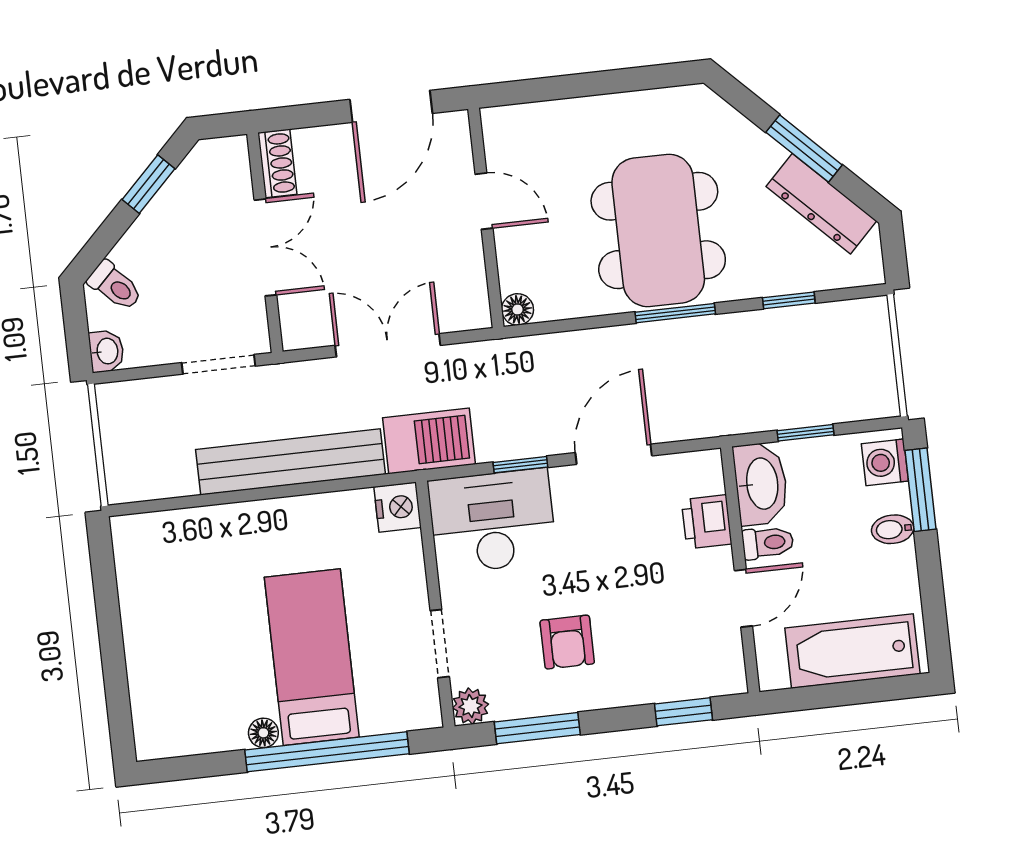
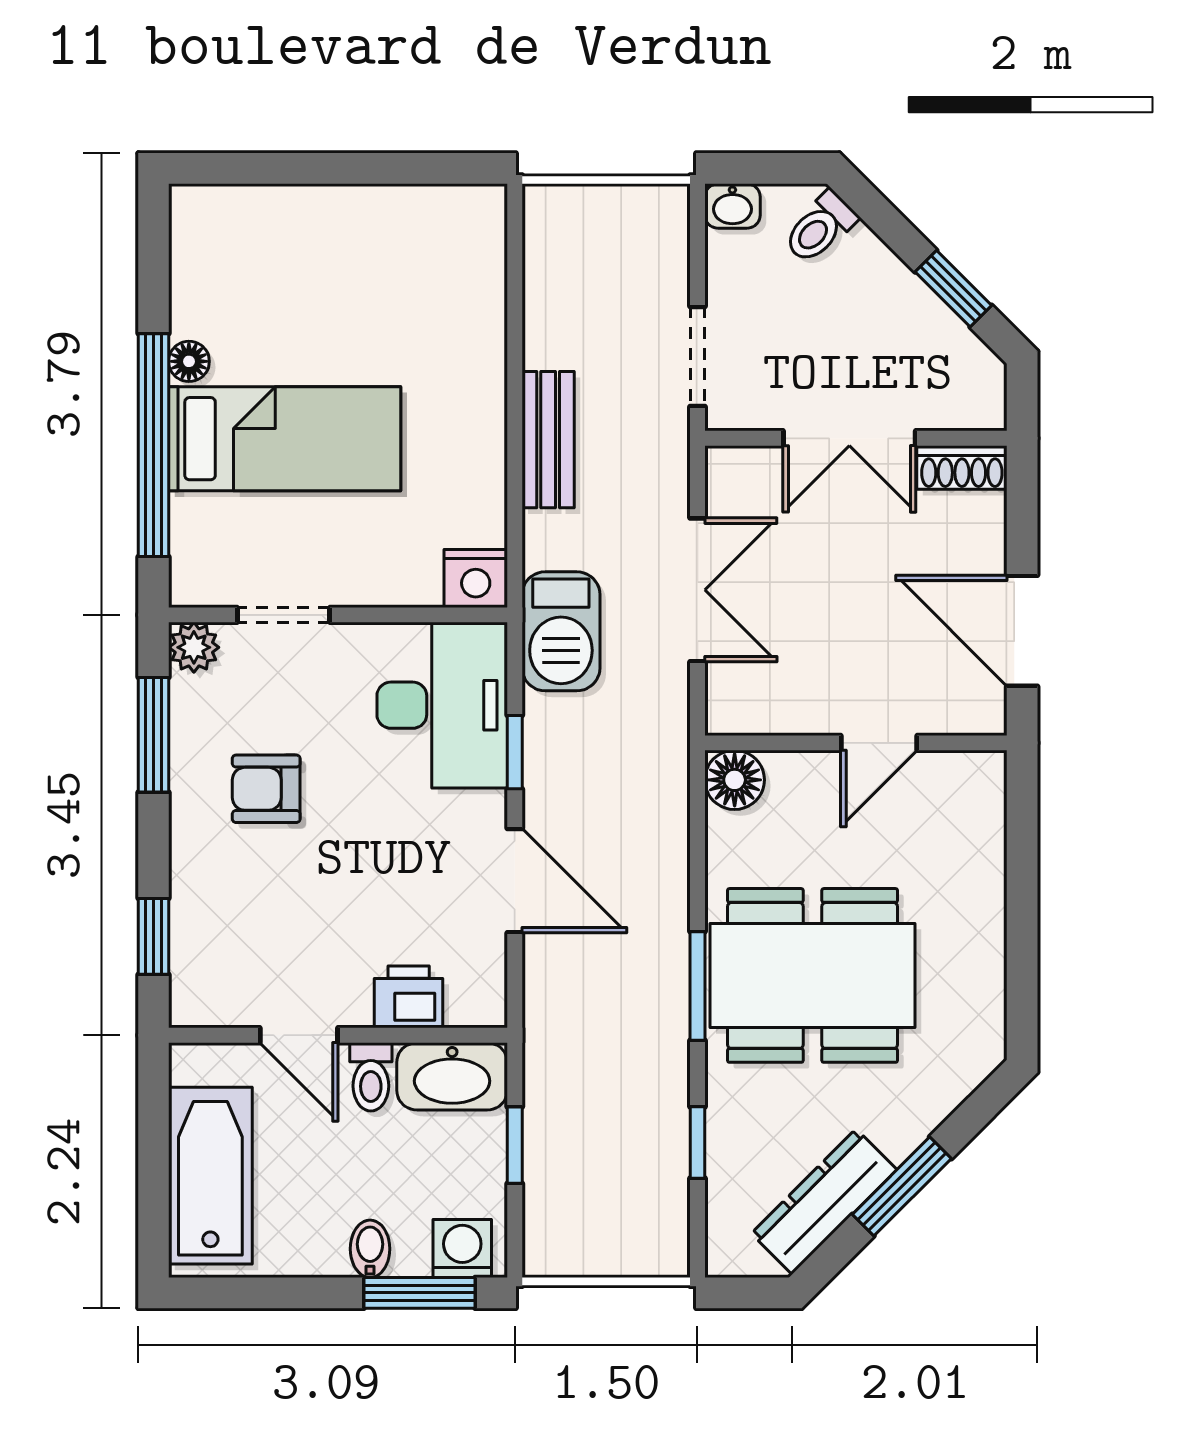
floor lamp: (518, 309) -> (735, 780), width x1.37, depth x1.37
bench: (291, 462) -> (548, 440), width x0.54, depth x0.82

